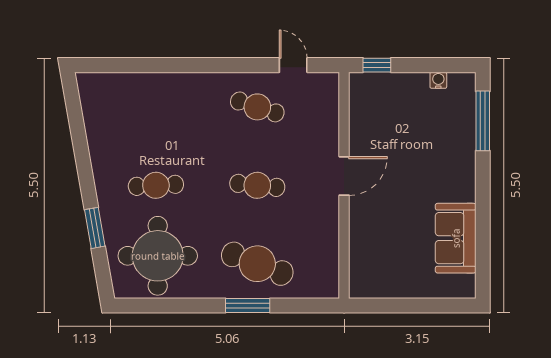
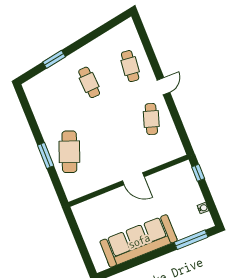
door: (293, 65) -> (163, 86), moved
cafe table: (257, 185) -> (130, 66), moved
sofa: (456, 238) -> (139, 241), width x1.85, depth x1.27
round table: (158, 256) -> (53, 98), removed

